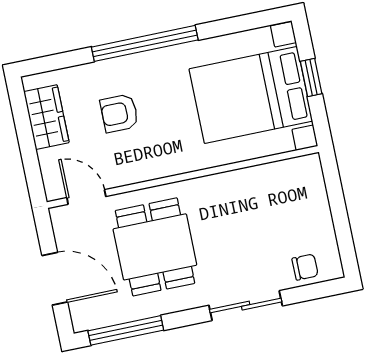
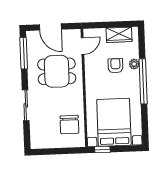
plant: (108, 71) -> (134, 64), added
window: (311, 77) -> (102, 149), moved
chair: (305, 267) -> (69, 125), moved, width x1.87, depth x1.87
door: (55, 279) -> (50, 27), hinge flipped

